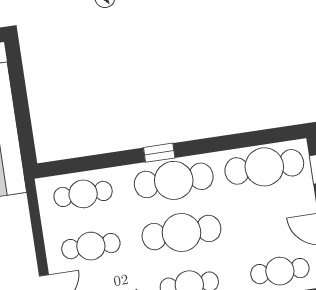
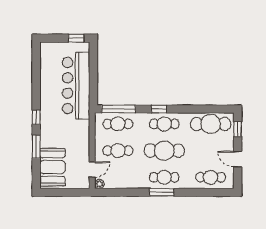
window: (80, 165) -> (119, 109), added
cafe table: (174, 180) -> (164, 124), width x0.73, depth x0.74

